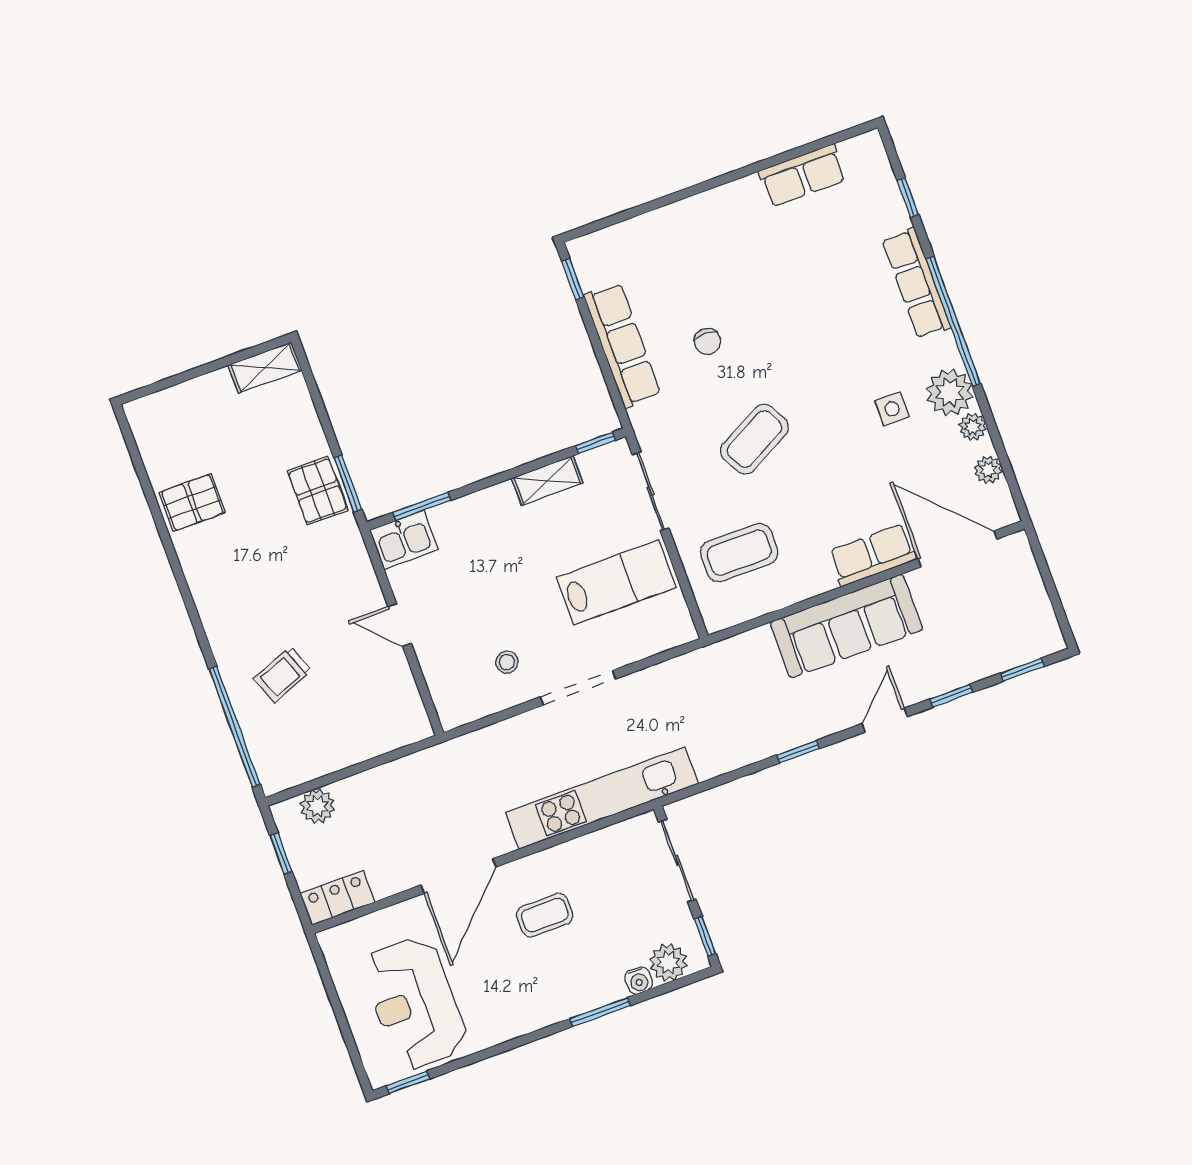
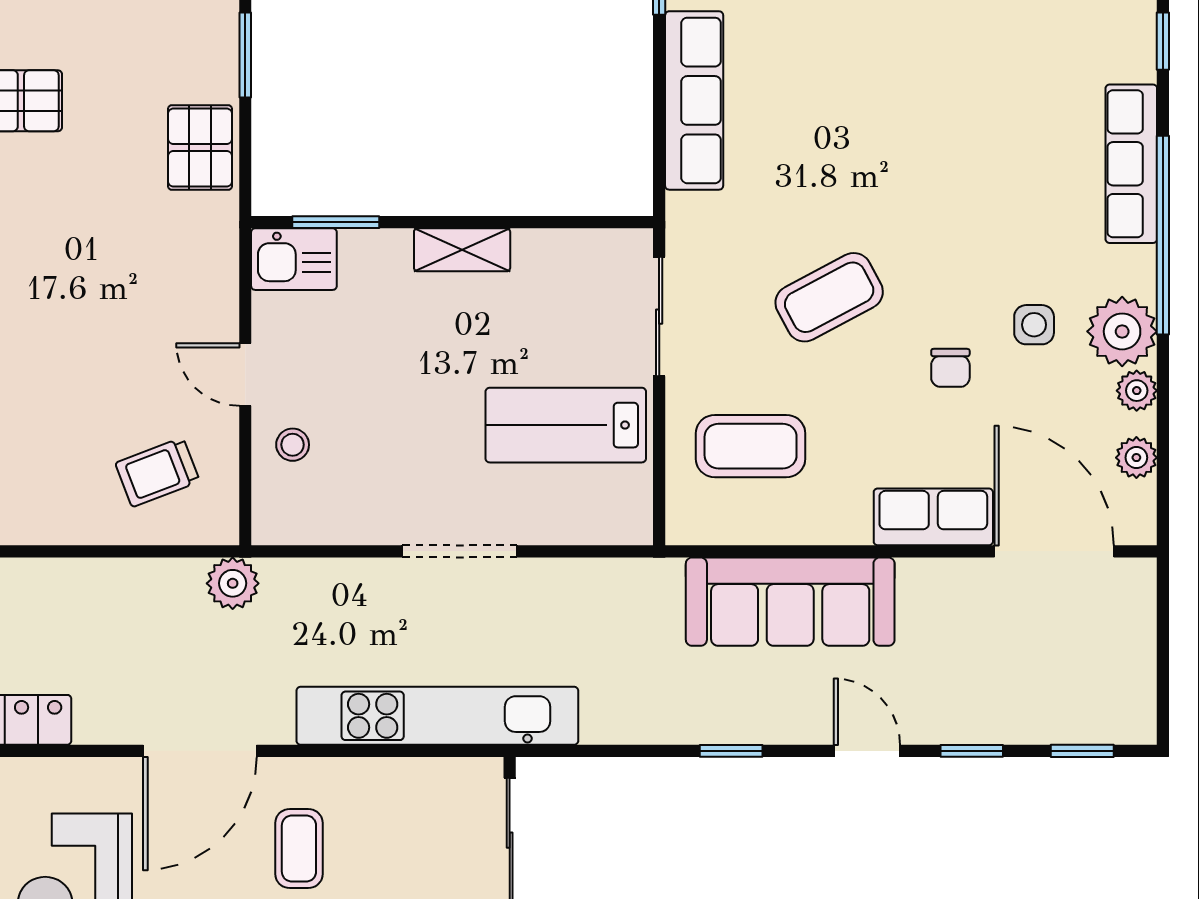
chair: (708, 341) -> (950, 368), moved
window: (595, 443) -> (608, 222), removed
shelving: (547, 481) -> (462, 250), moved
window: (348, 484) -> (245, 55), moved
lab bench: (616, 582) -> (566, 425), turned 180
sofa: (846, 626) -> (790, 602), moved
stool: (507, 662) -> (293, 445), moved
trolley: (283, 675) -> (157, 472), moved
door: (885, 720) -> (867, 751), hinge flipped
plant: (317, 806) -> (233, 583), moved
coffee table: (545, 915) -> (299, 849), turned 90

